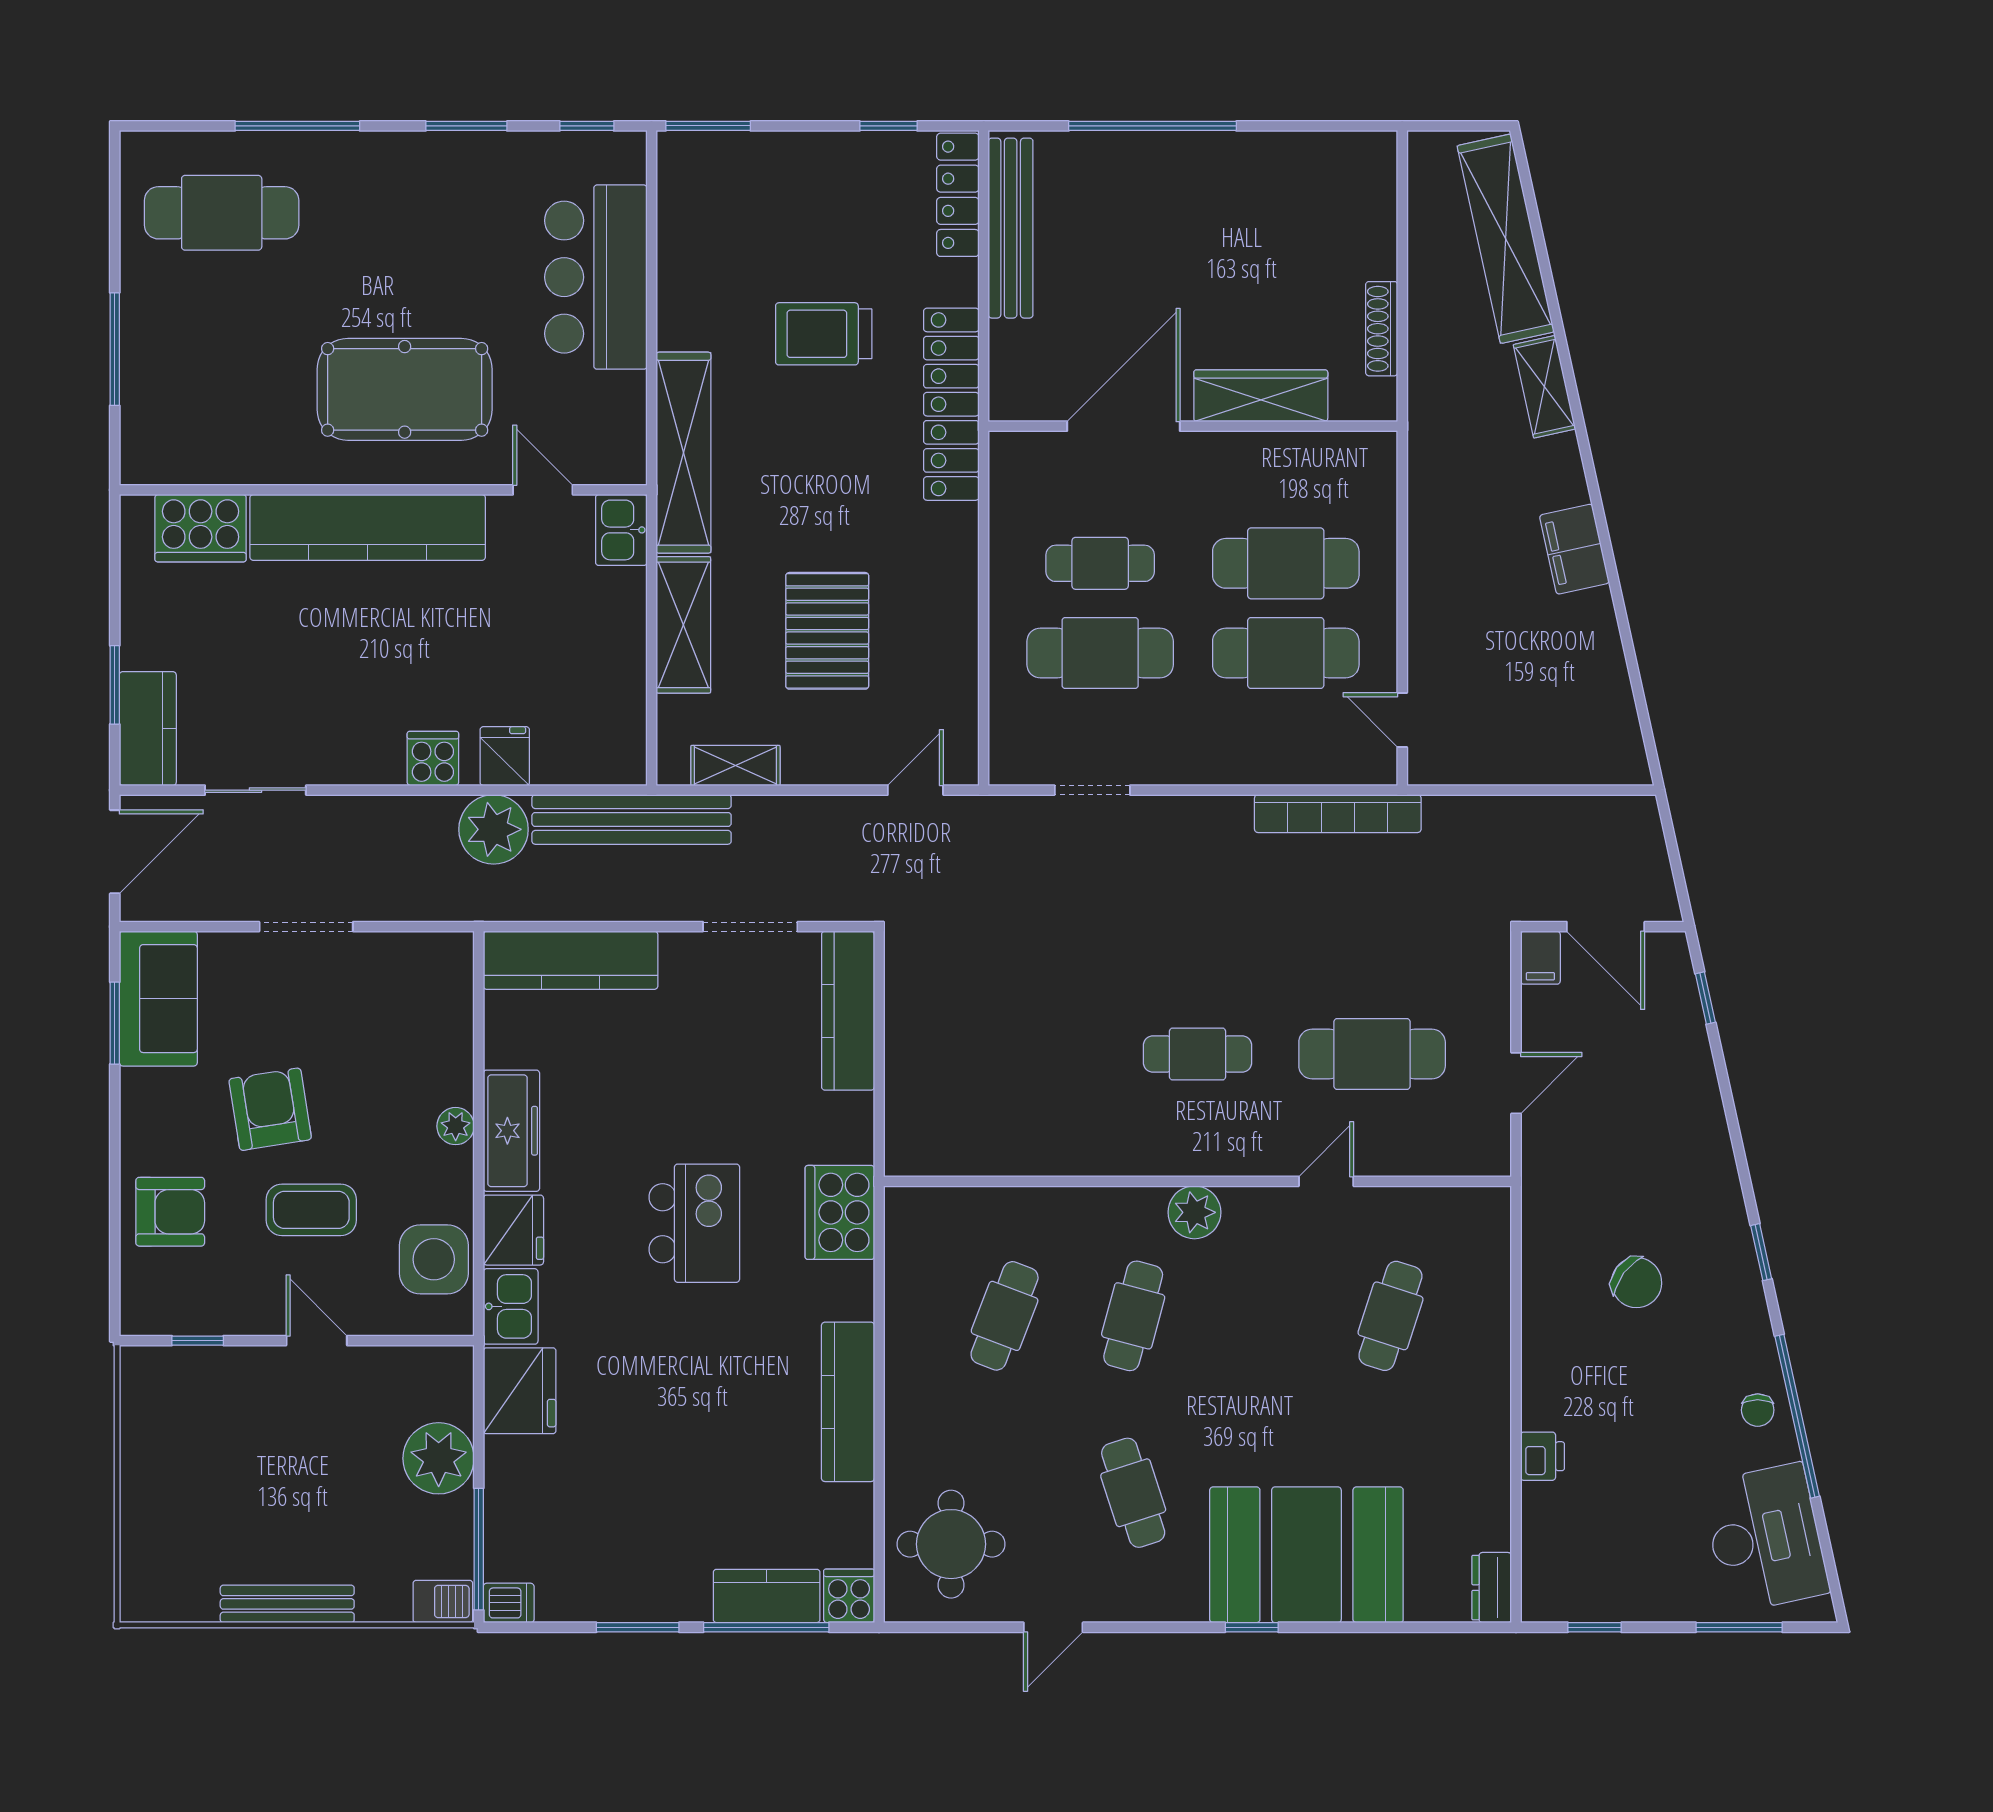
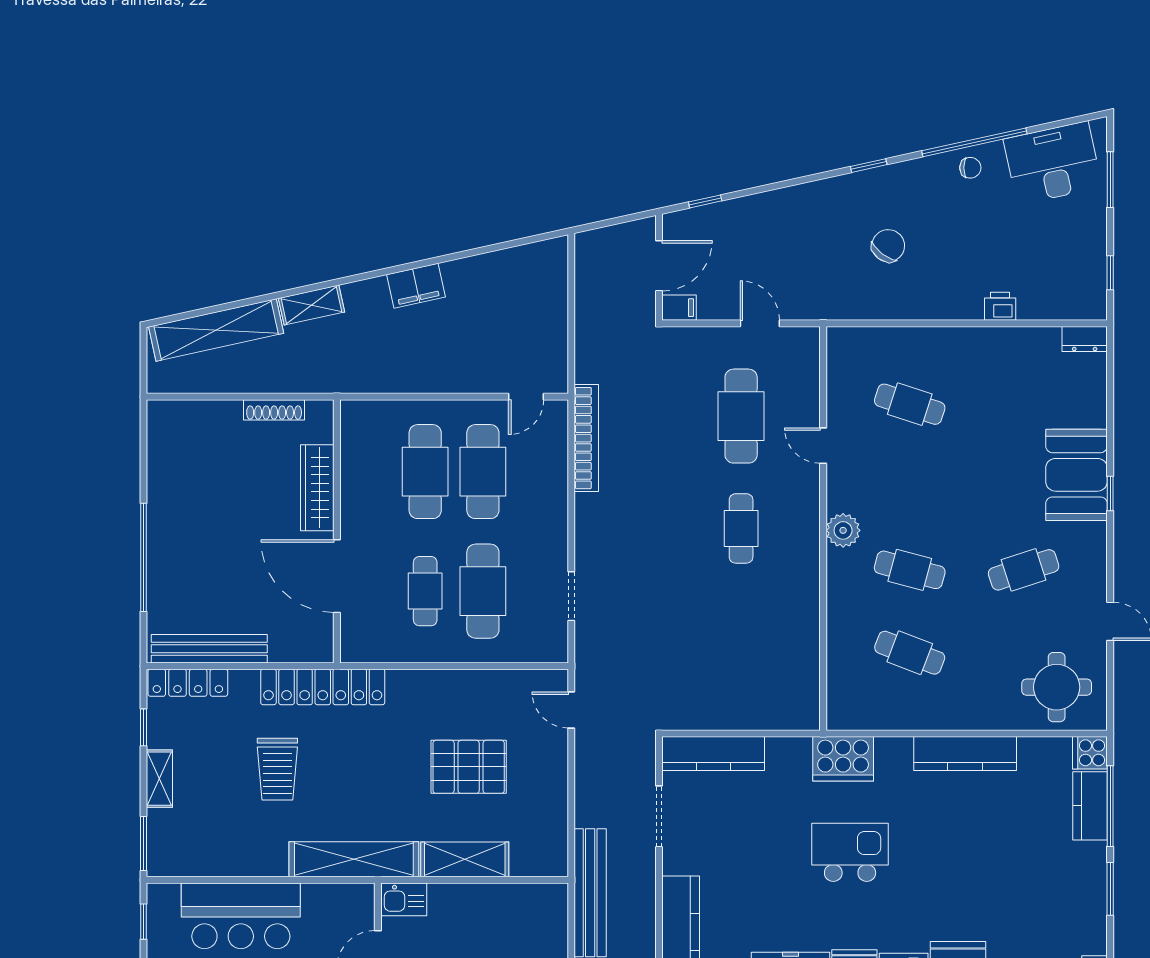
shelving: (735, 766) -> (159, 779), moved
booth: (1306, 1555) -> (1076, 475), width x0.73, depth x0.70

